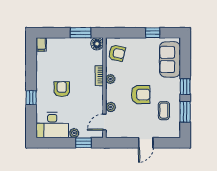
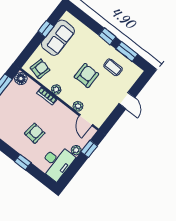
sofa: (170, 59) -> (58, 38), moved, turned -90
armchair: (62, 89) -> (35, 133), turned 96

